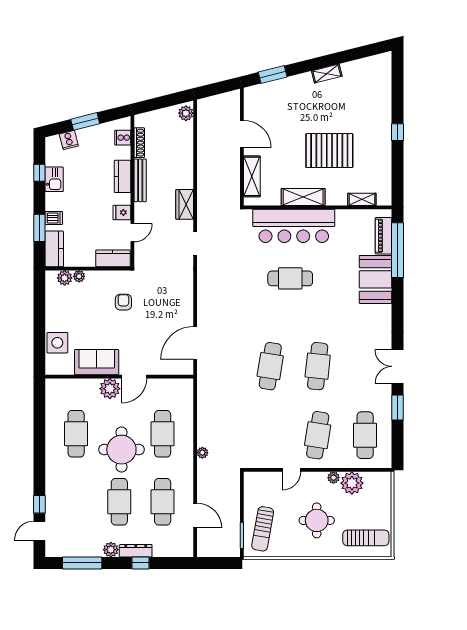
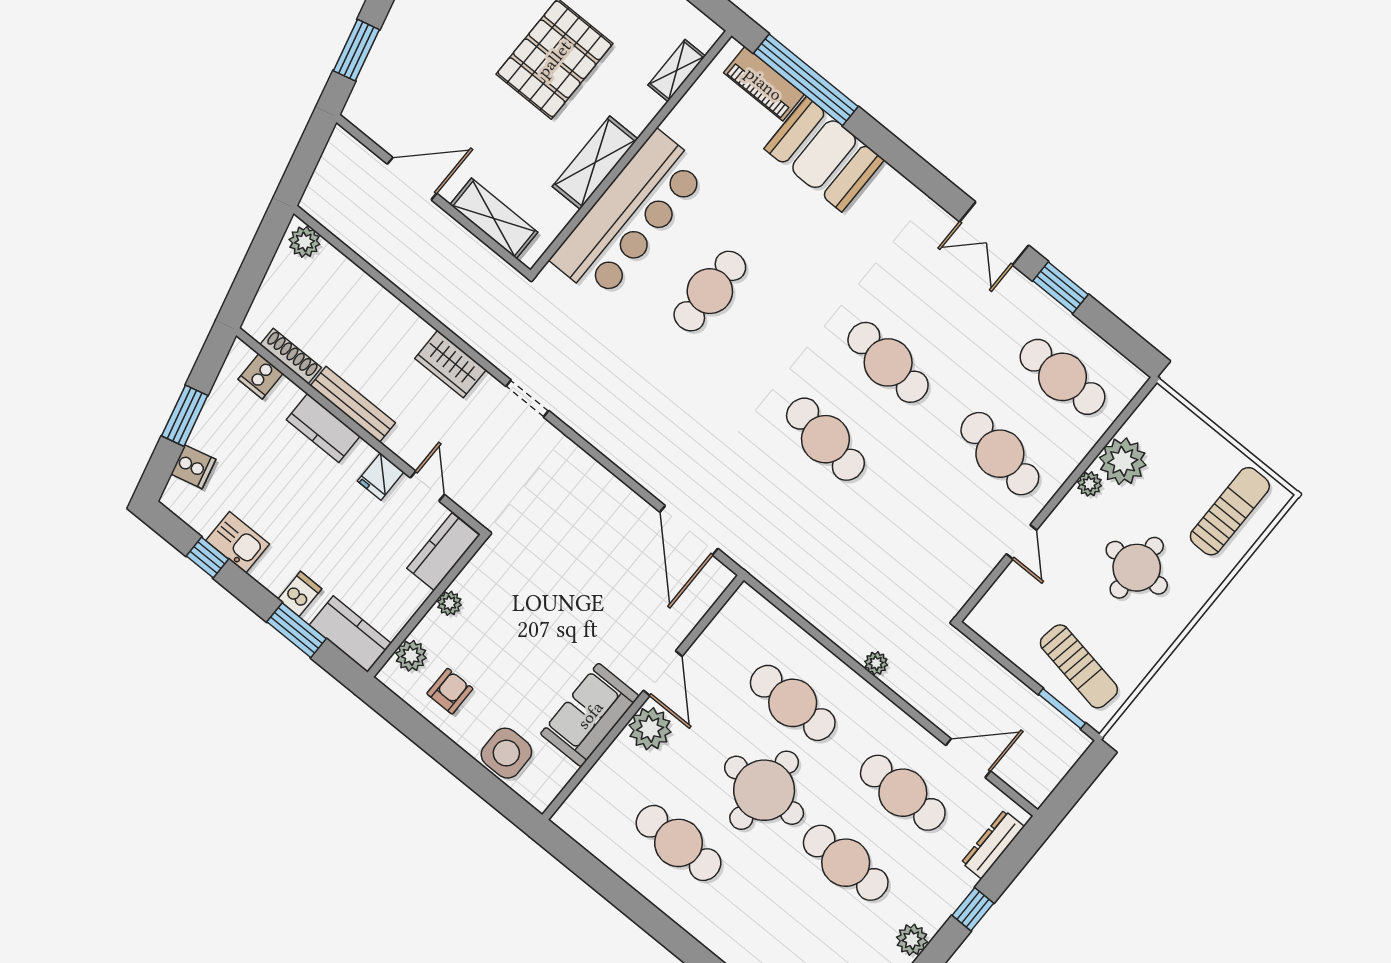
plant: (79, 276) -> (449, 603), moved
armchair: (123, 302) -> (450, 691), moved, turned 90
dresser: (136, 551) -> (993, 844), moved

